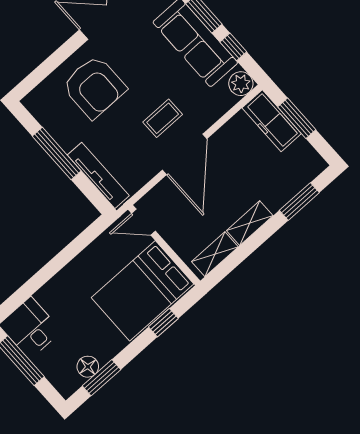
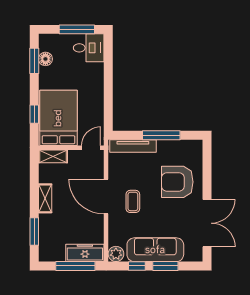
window: (297, 118) -> (75, 266), width x1.44
shelving: (215, 254) -> (53, 156), moved, turned 90

